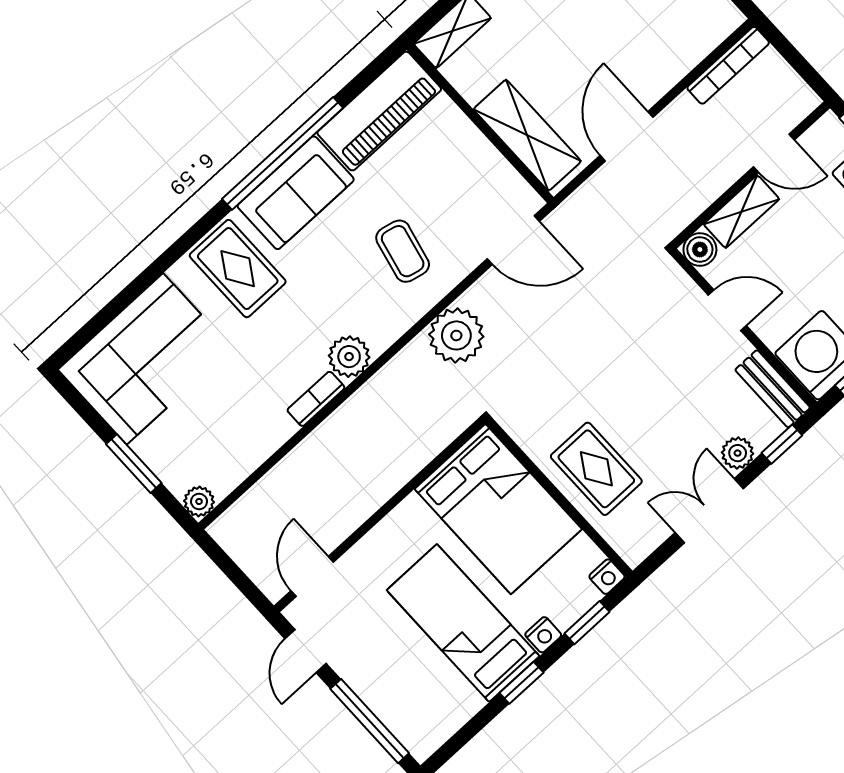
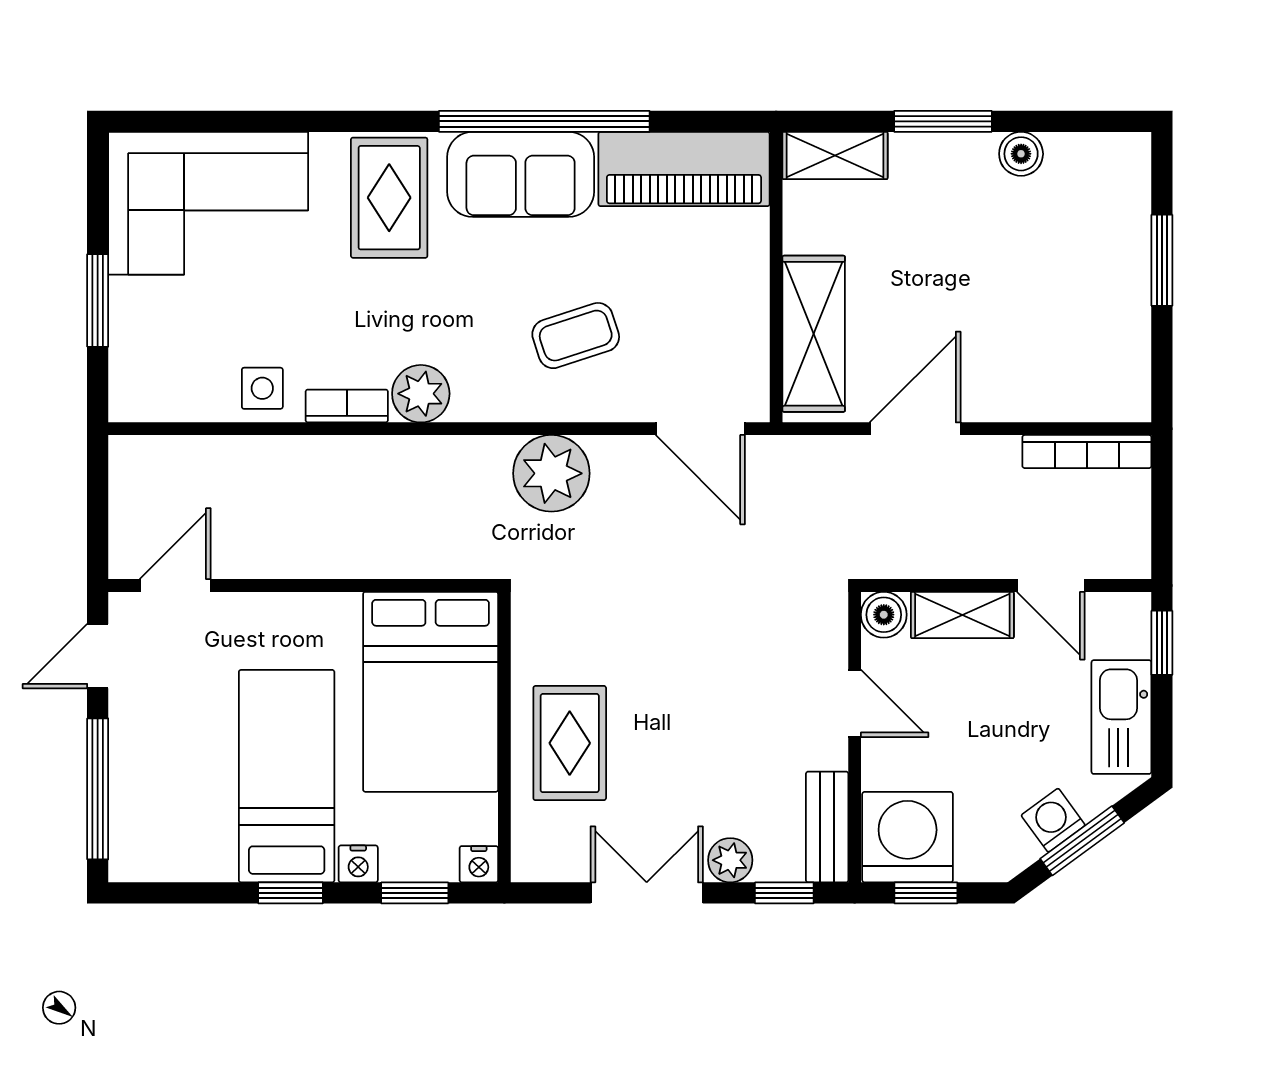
coffee table: (403, 251) -> (576, 336), turned 59
side table: (263, 430) -> (262, 388), added
plant: (199, 501) -> (129, 401), removed

